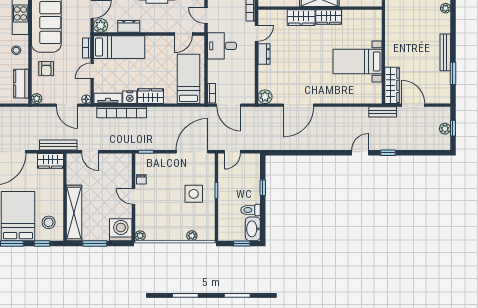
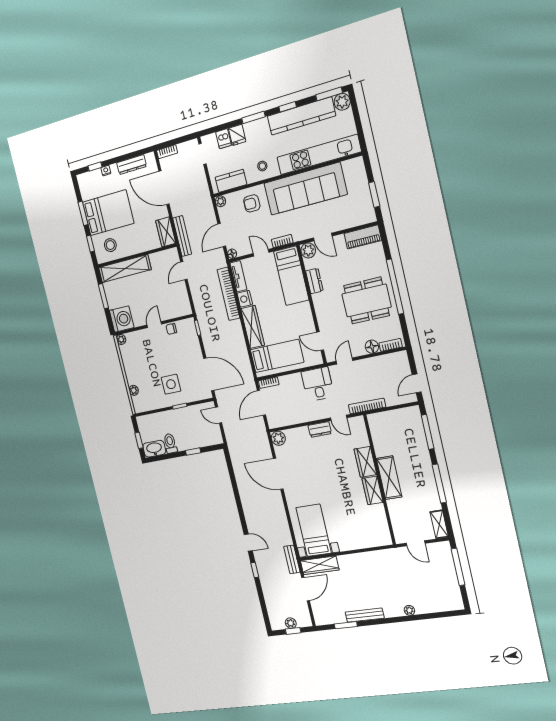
bed with nightstands: (357, 61) -> (314, 530), moved
wardrobe: (151, 96) -> (253, 327), width x1.50

